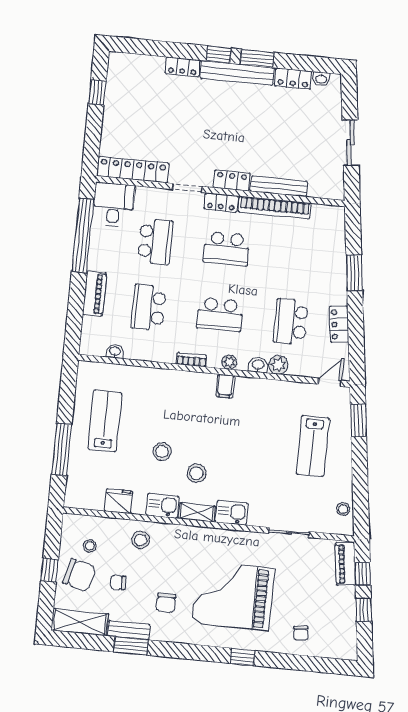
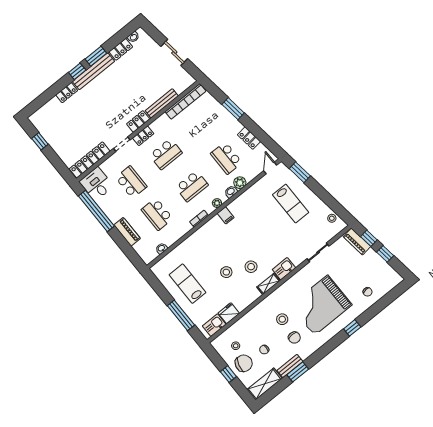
bookcase: (275, 208) -> (185, 101), moved
kitchen sink: (163, 506) -> (214, 325), moved
stool: (141, 540) -> (282, 319), moved

